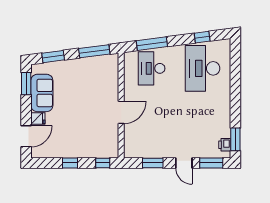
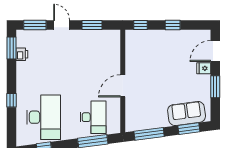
window: (26, 84) -> (215, 87), moved
window: (235, 86) -> (12, 100), added
sofa: (42, 93) -> (187, 113), moved, turned 83
door: (121, 112) -> (123, 86), moved
printer: (225, 145) -> (22, 54), moved

